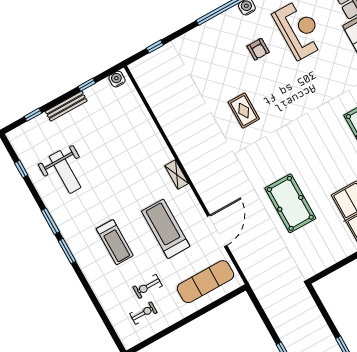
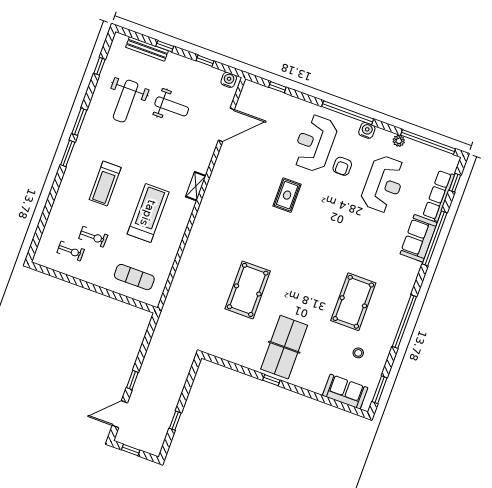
reception desk: (222, 55) -> (315, 143), added
bench: (66, 106) -> (147, 49), moved
window: (33, 115) -> (165, 46), moved
weight bench: (100, 140) -> (172, 106), added
door: (217, 231) -> (226, 125), moved
exercise mat: (206, 282) -> (134, 277), width x0.73, depth x0.69
exercise bike: (148, 286) -> (93, 237), turned 180

